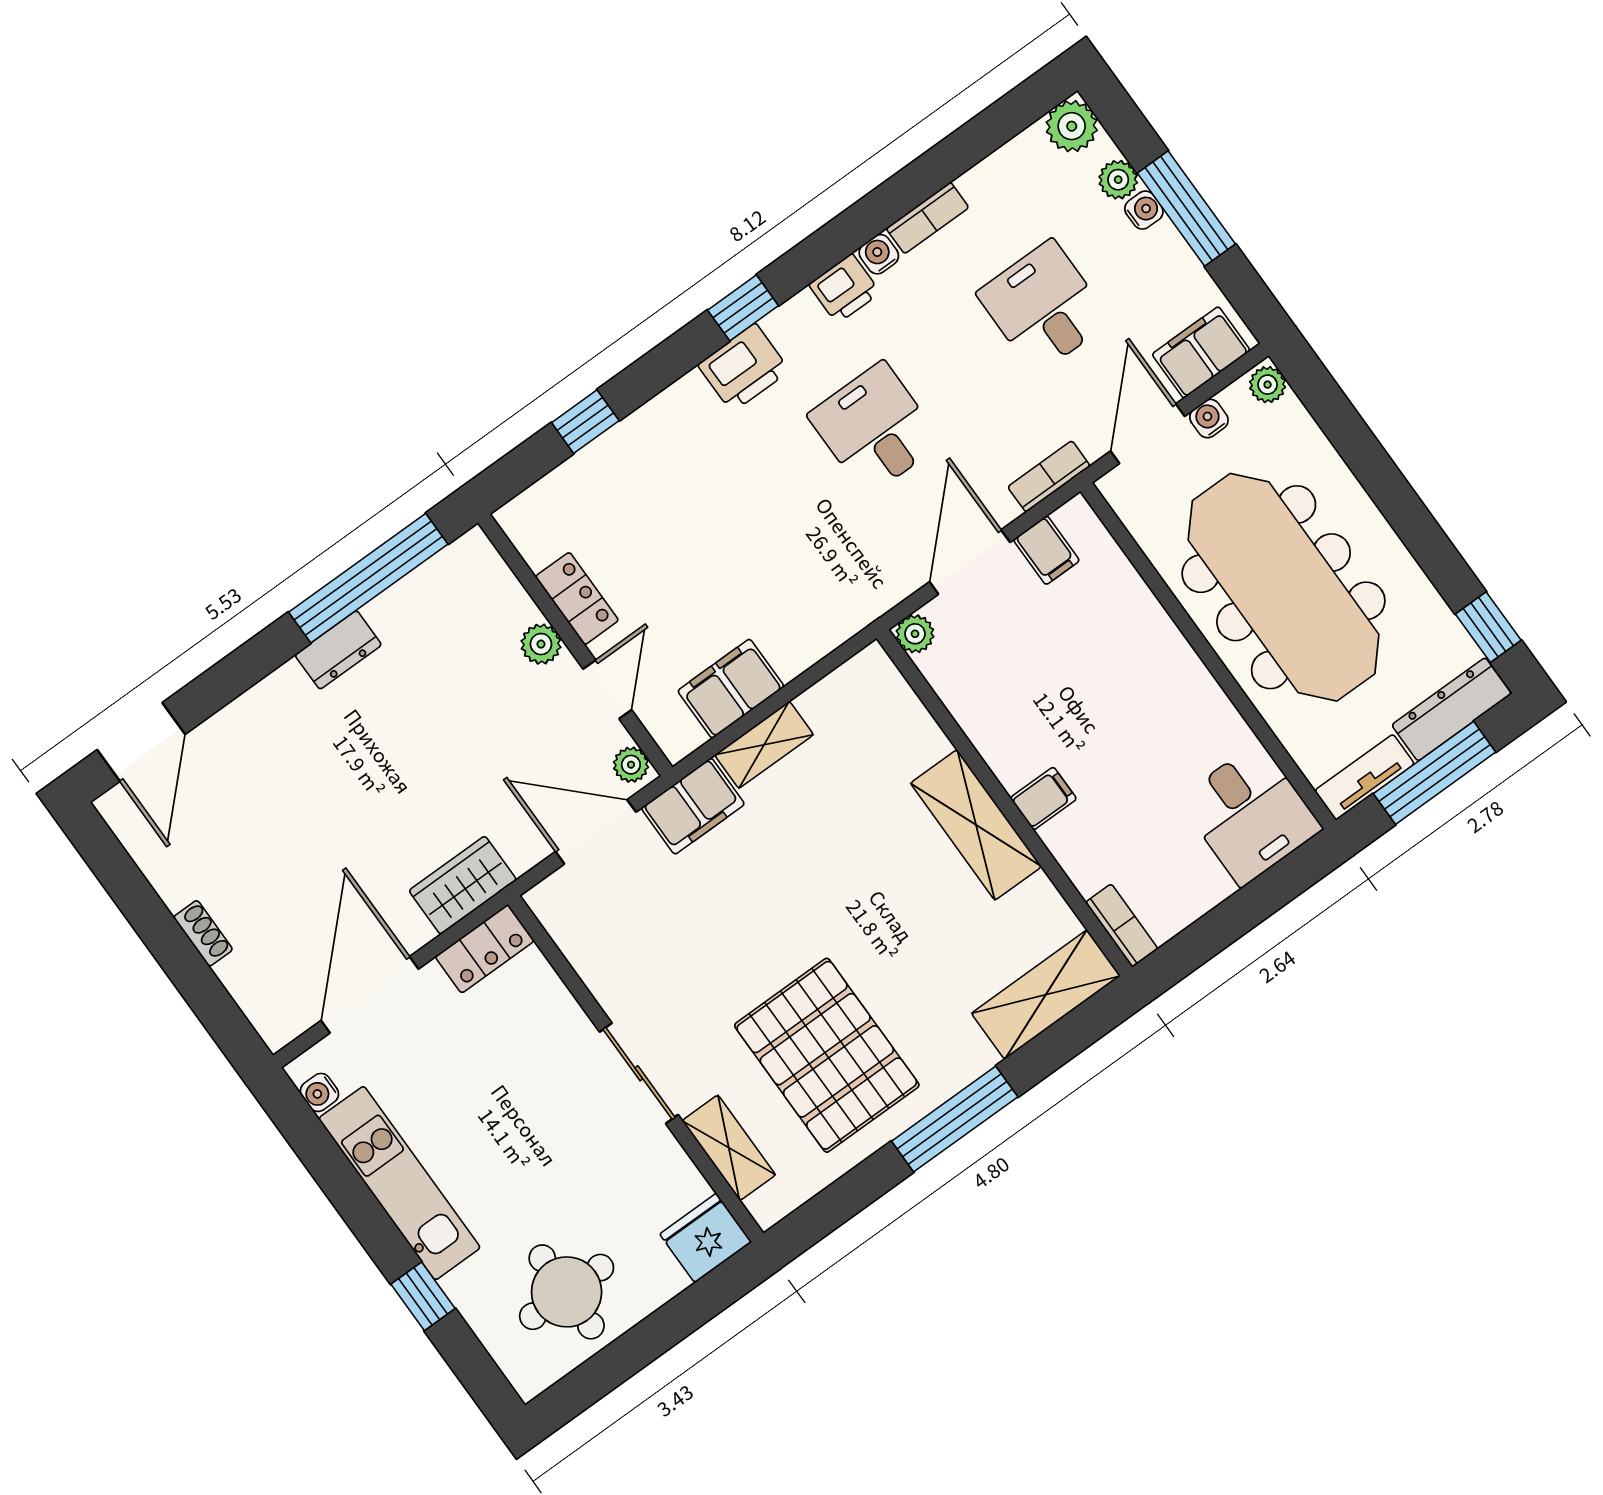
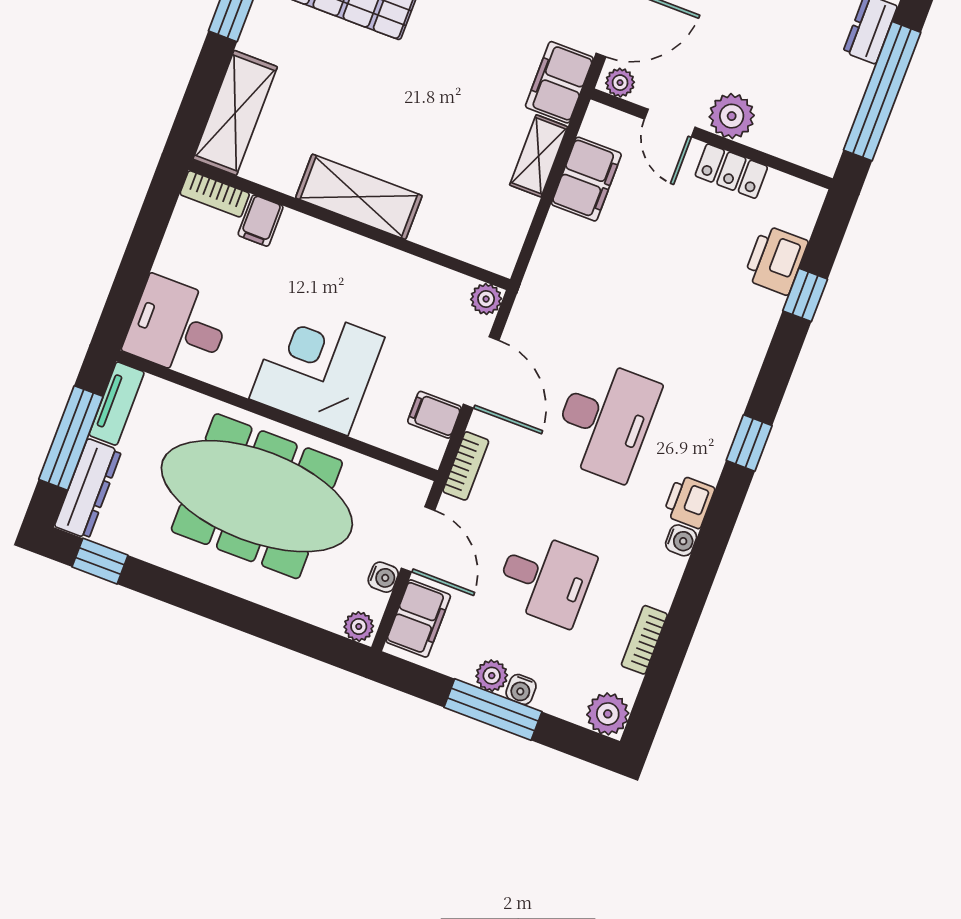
plant: (1118, 180) -> (492, 676), moved
bookcase: (927, 218) -> (644, 640), moved
printer: (744, 368) -> (776, 260), moved
desk: (875, 429) -> (605, 420), width x1.37
plant: (541, 644) -> (732, 116), width x1.38, depth x1.38
corner desk: (1135, 678) -> (317, 368), added
filing cabinet: (1043, 798) -> (261, 221), moved

